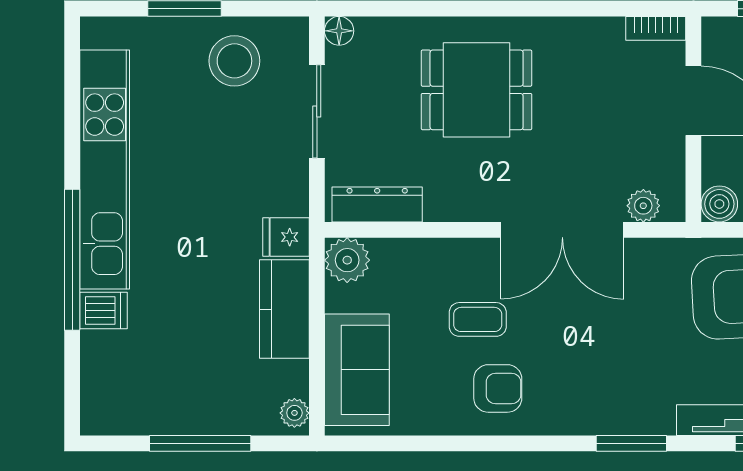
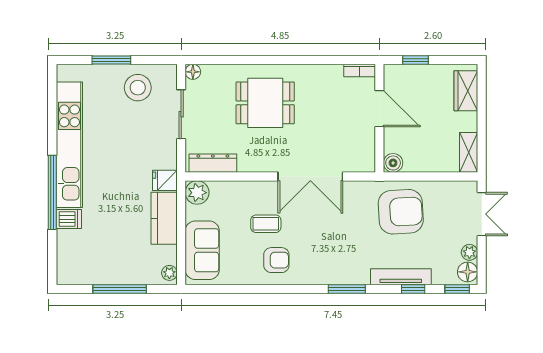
plant: (643, 206) -> (353, 164), removed

